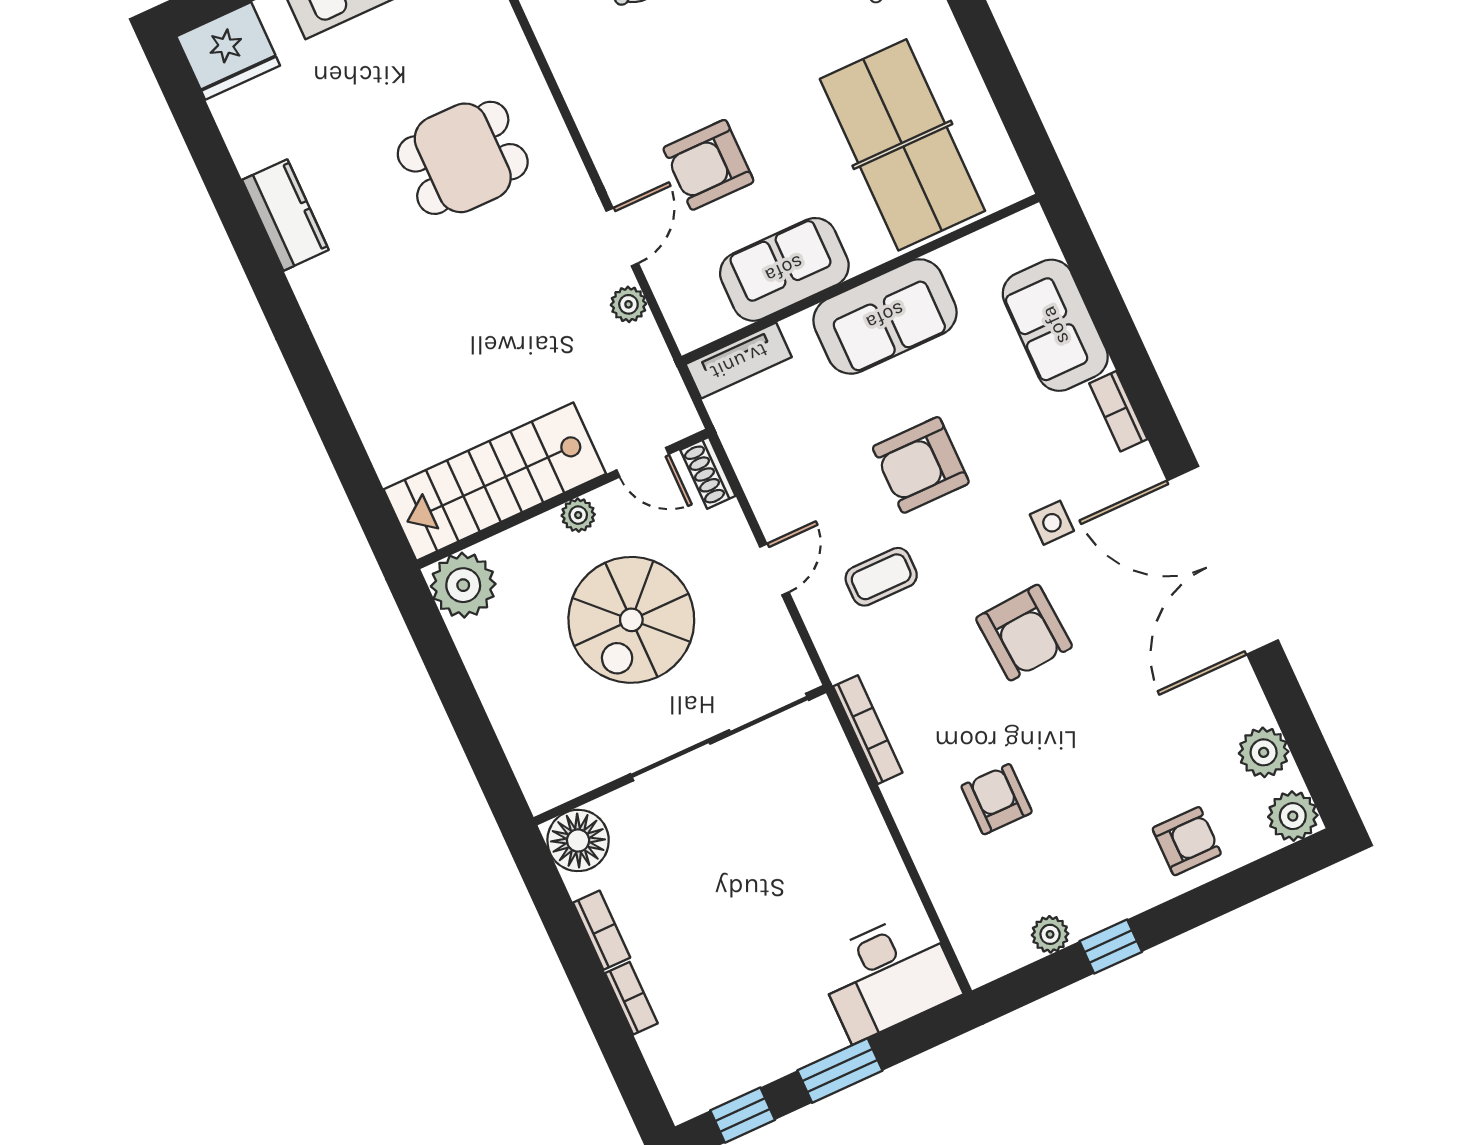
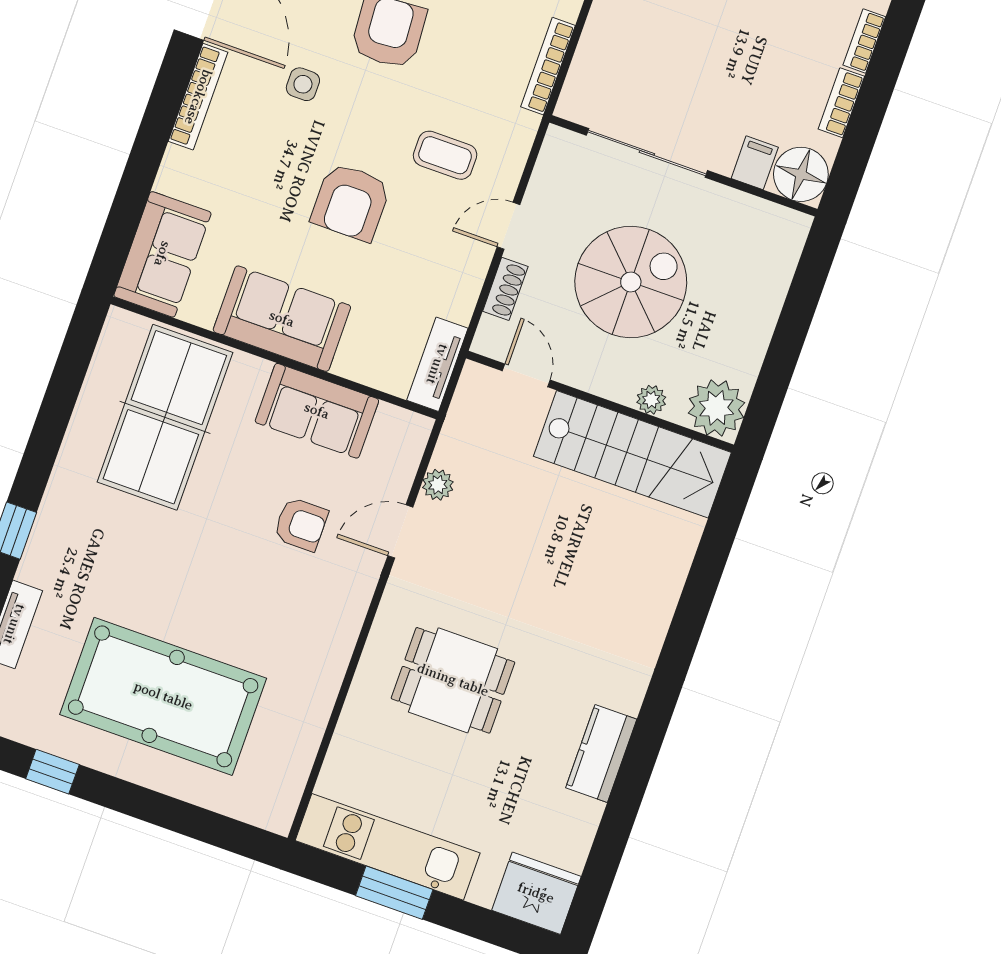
armchair: (708, 165) -> (301, 524), width x0.72, depth x0.72
sofa: (1055, 325) -> (162, 254), moved
tv unit: (739, 361) -> (437, 364), moved, turned -90
bookcase: (1118, 411) -> (198, 97), width x1.56
armchair: (921, 465) -> (351, 202), turned 90
shoe rack: (708, 473) -> (505, 289), moved
plant: (578, 515) -> (651, 400), moved
sliding door: (720, 737) -> (647, 153), width x0.73
filing cabinet: (625, 814) -> (755, 163), added

